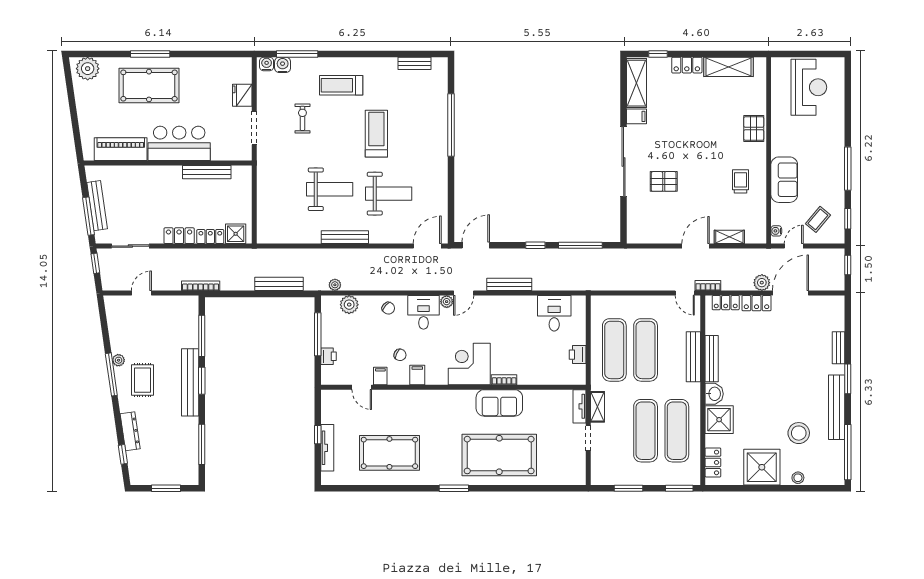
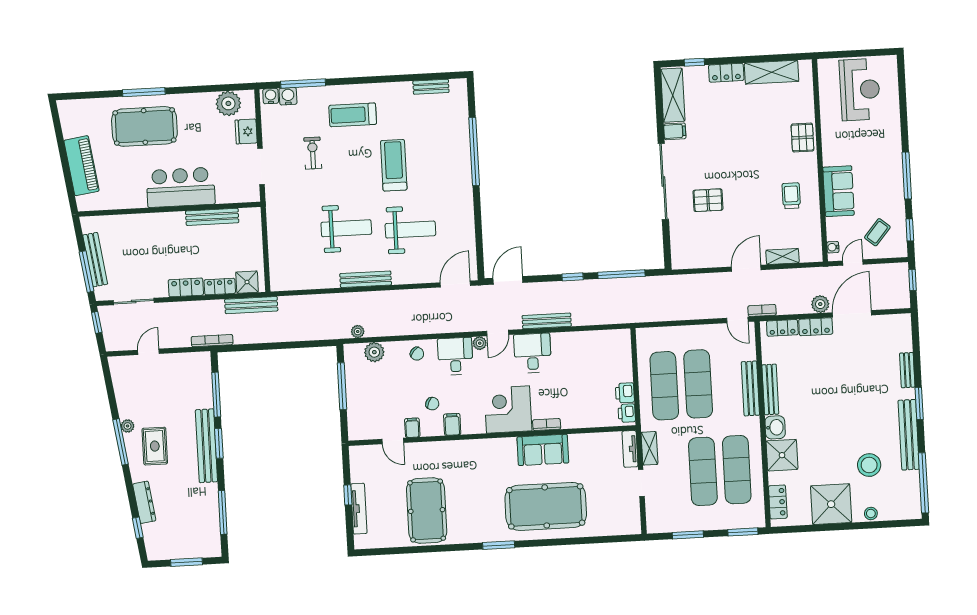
plant: (88, 69) -> (228, 103), moved
piano: (121, 149) -> (81, 166), moved, turned 82
bench: (279, 284) -> (251, 305), moved
desk: (554, 313) -> (532, 353), moved
printer: (328, 356) -> (627, 413), moved, turned 180
pool table: (389, 453) -> (427, 511), turned 90

